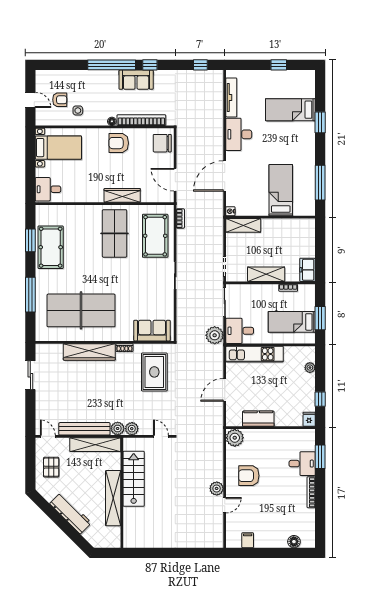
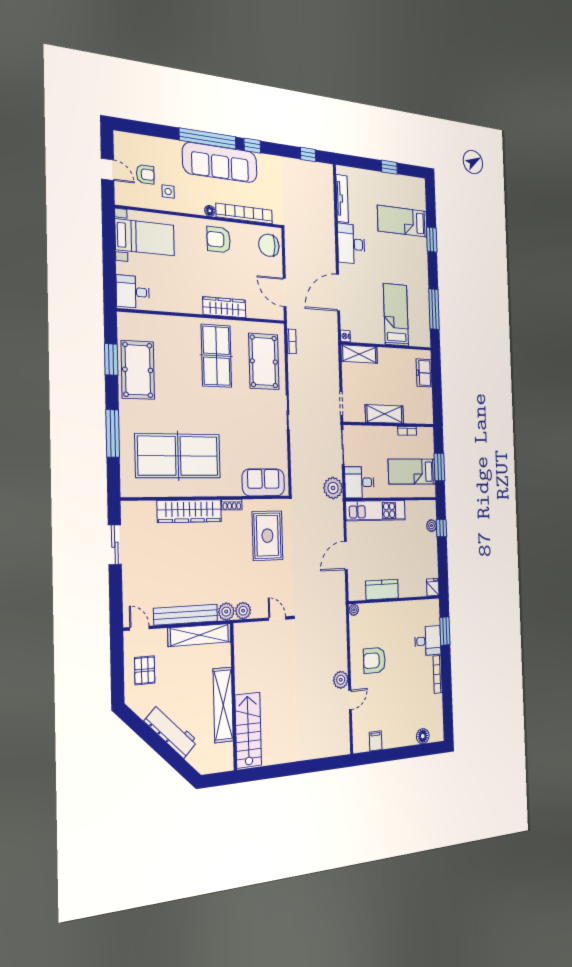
sofa: (136, 80) -> (220, 163), width x1.85, depth x1.27
freezer: (307, 270) -> (424, 373), moved
window: (320, 399) -> (441, 528), moved
plant: (235, 438) -> (354, 610), width x0.53, depth x0.53
stairs: (134, 479) -> (248, 730), moved

